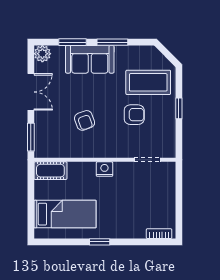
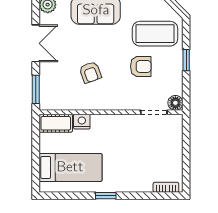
floor lamp: (168, 150) -> (175, 103), added
nightstand: (104, 169) -> (82, 122), moved

